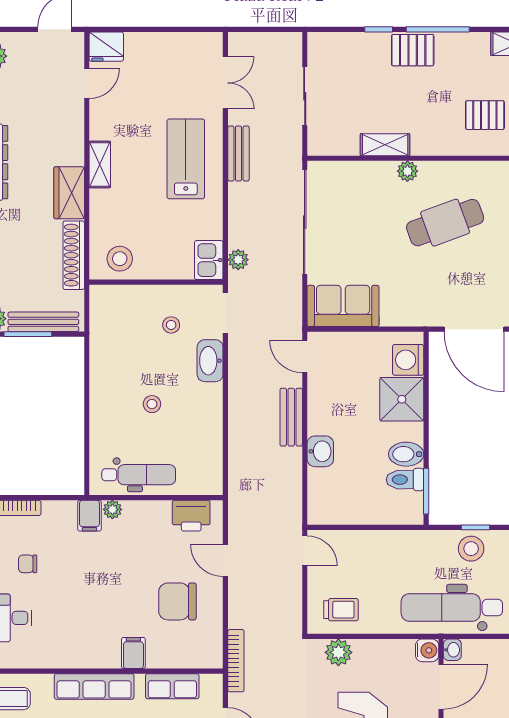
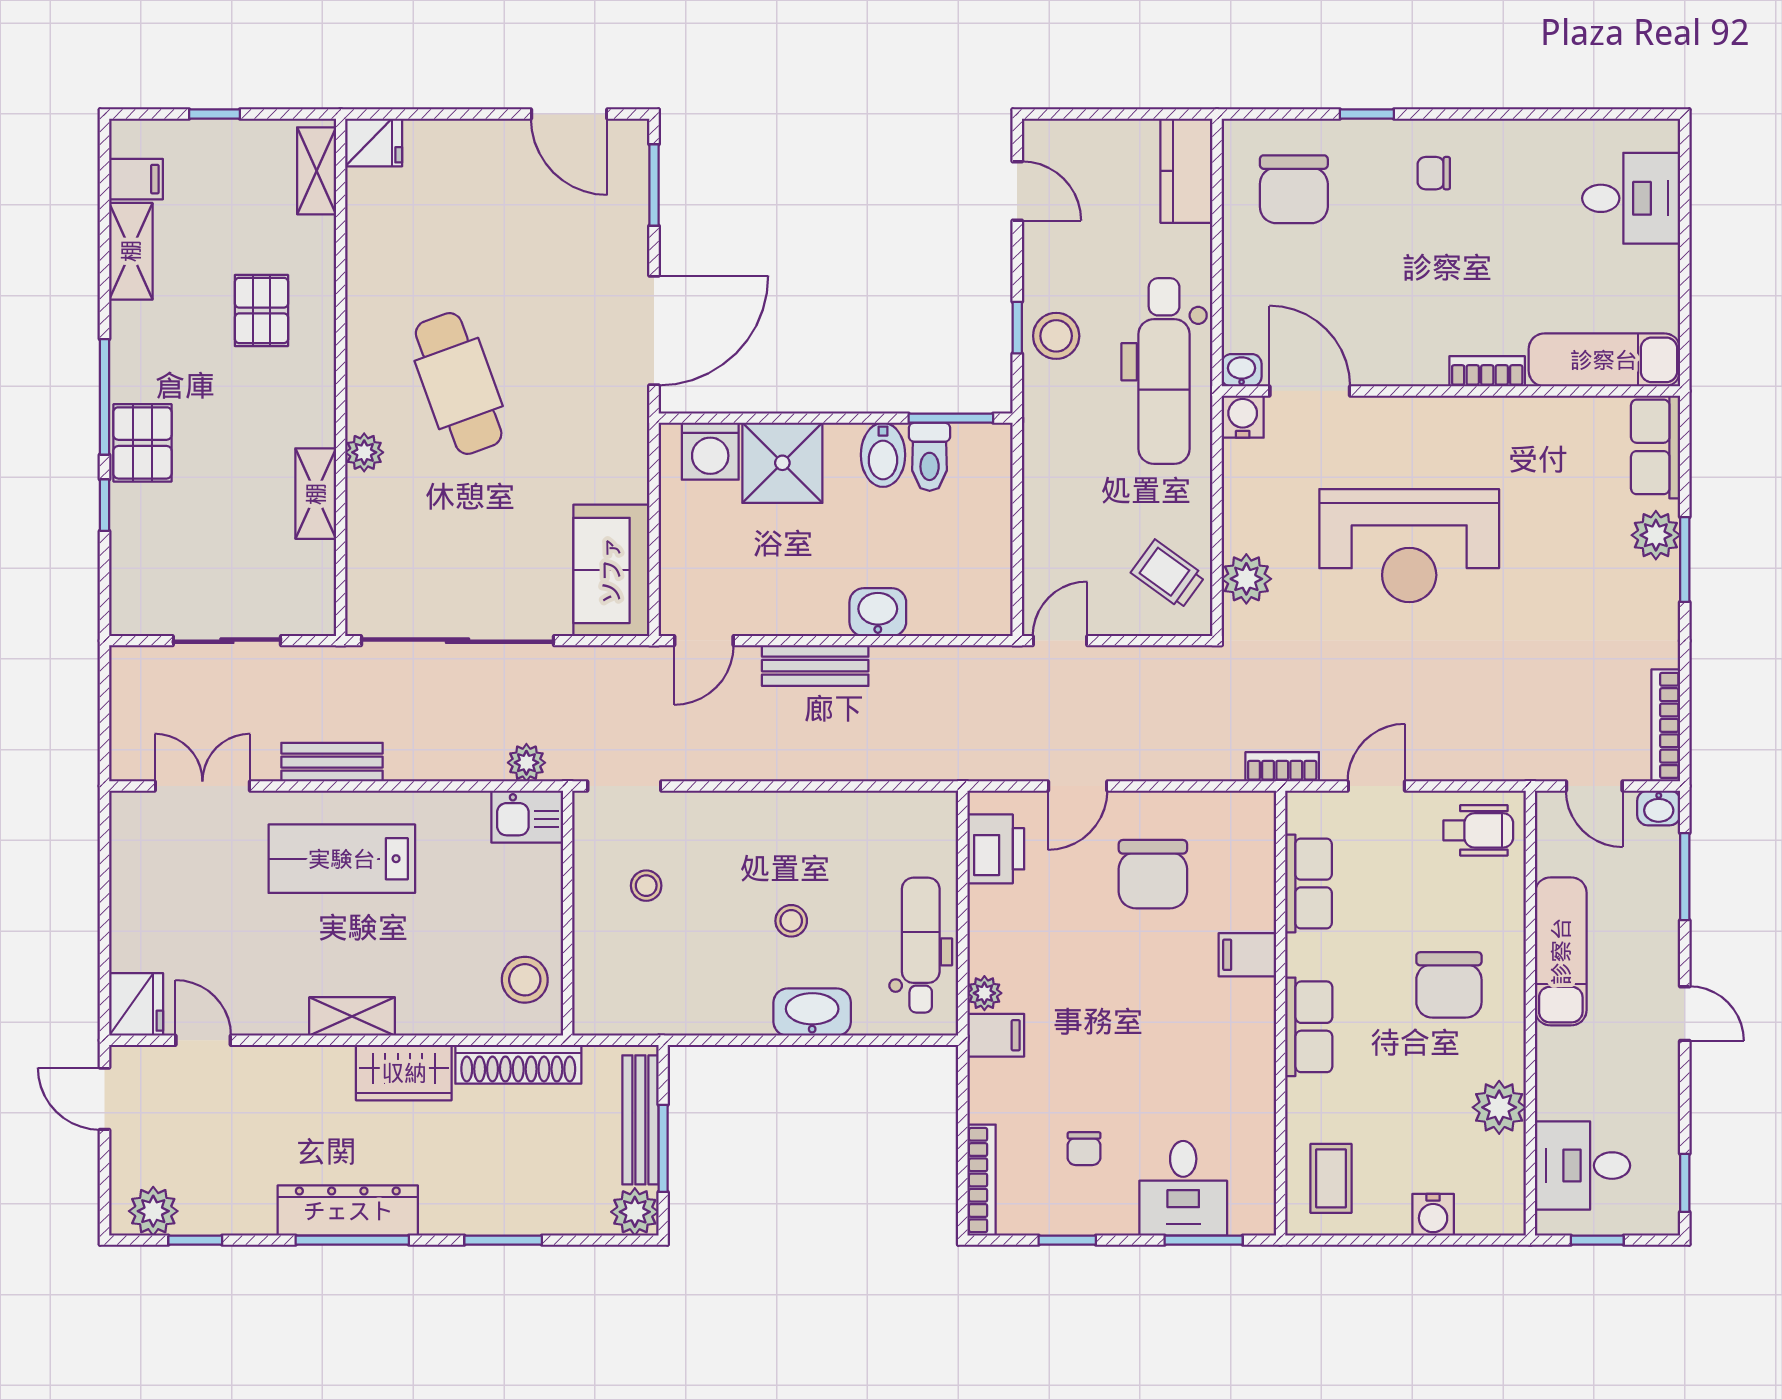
washbasin: (210, 361) -> (812, 1012), moved, turned 180
trolley: (341, 610) -> (1168, 574), turned -54
bookcase: (236, 661) -> (1282, 767), width x0.64
row of seats: (94, 686) -> (1309, 1027), width x0.68

